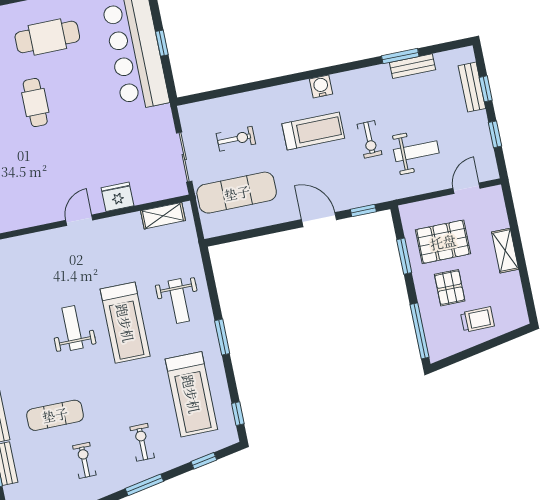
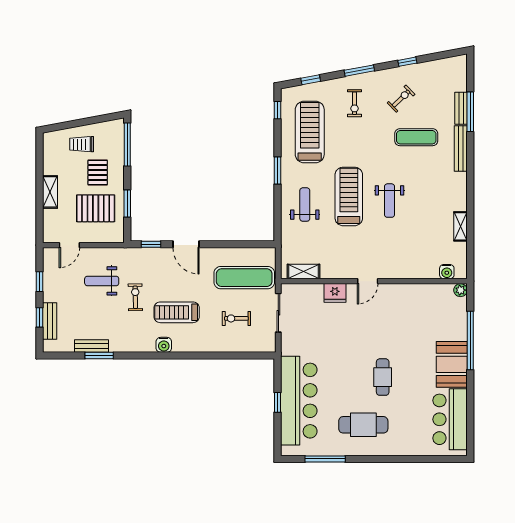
exercise bike: (84, 460) -> (401, 99), turned -134

